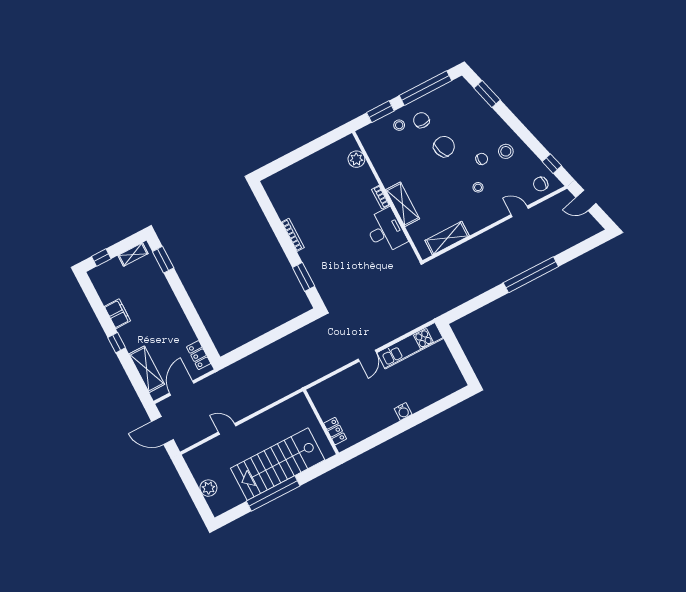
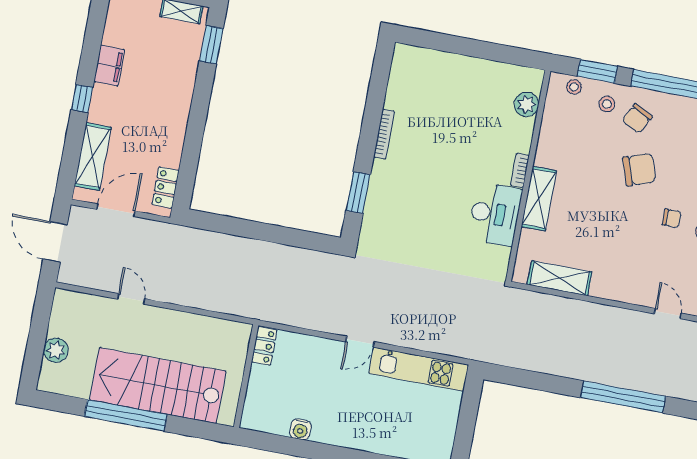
chair: (421, 120) -> (637, 119), turned -152
stool: (478, 187) -> (574, 87), moved
water cooler: (403, 411) -> (300, 429), moved
locker: (335, 431) -> (264, 346), moved

